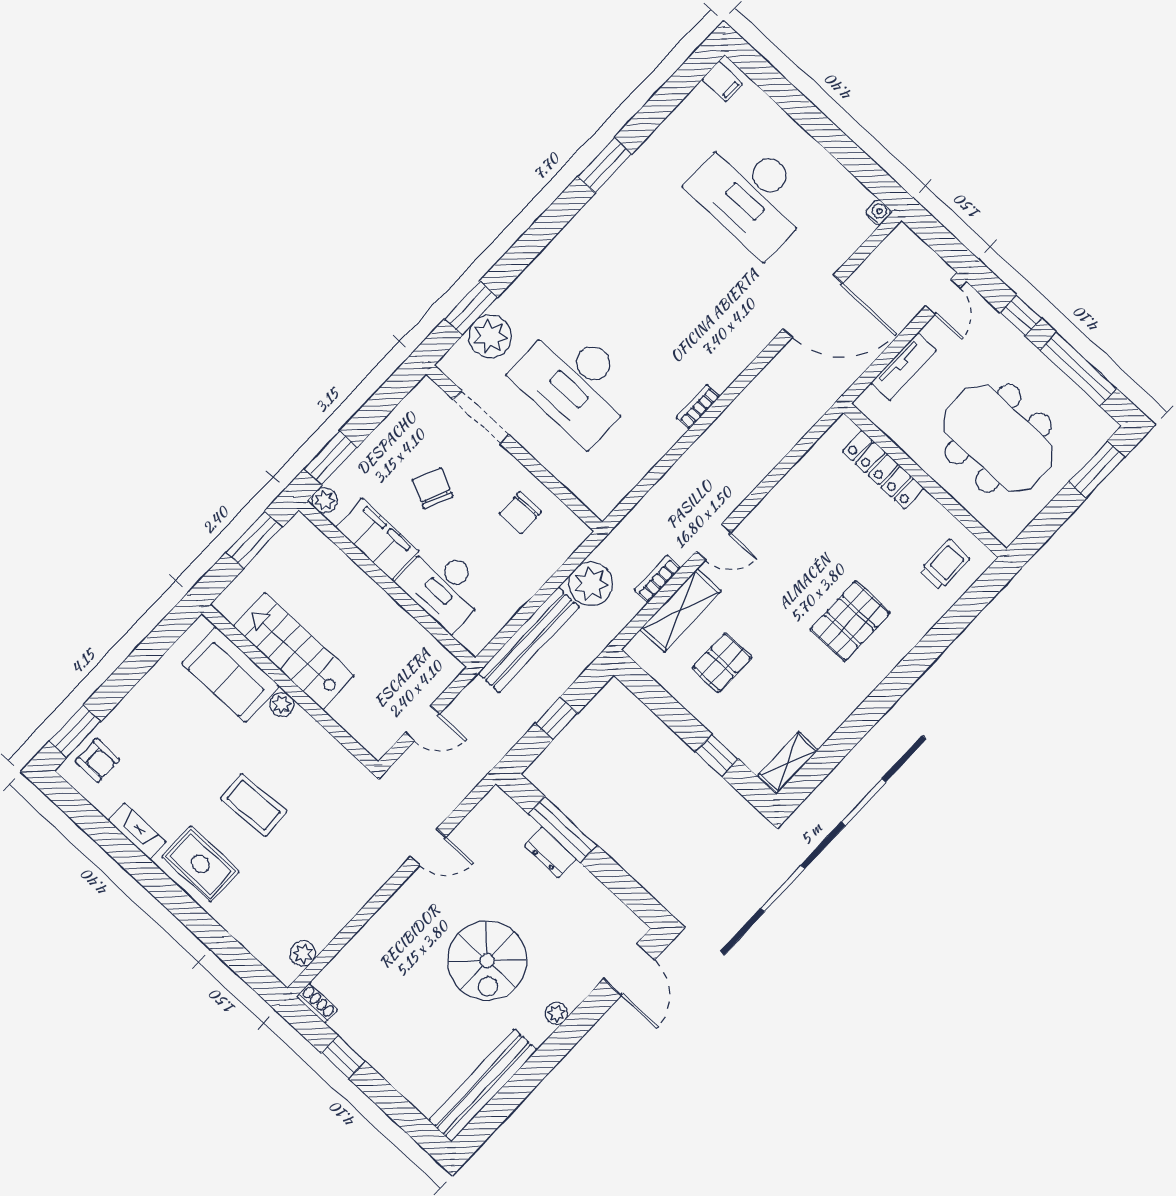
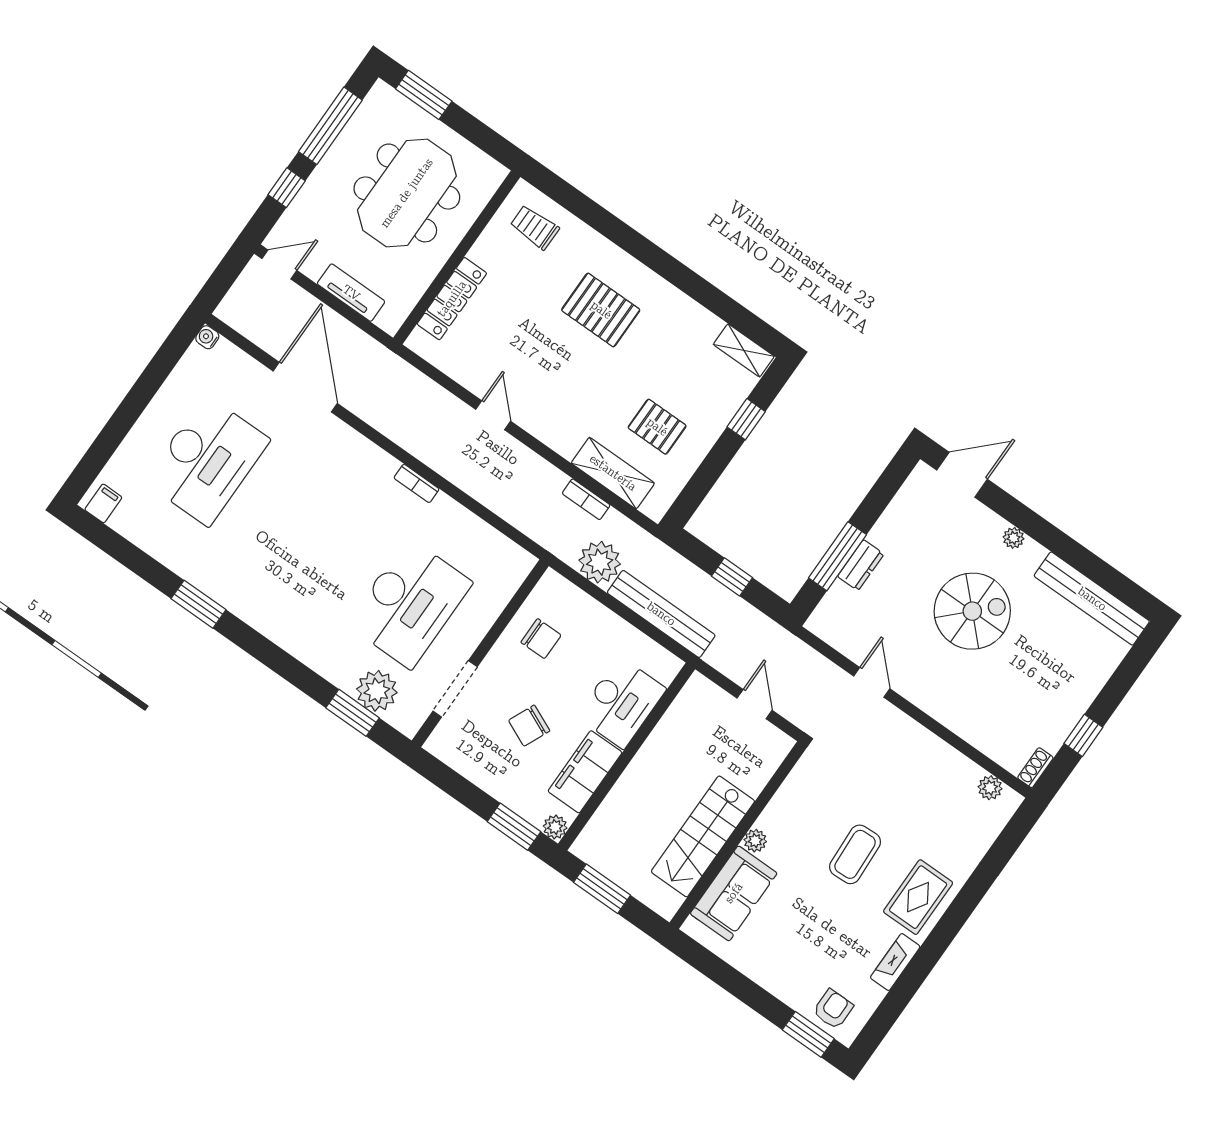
door: (713, 542) -> (493, 415), moved

